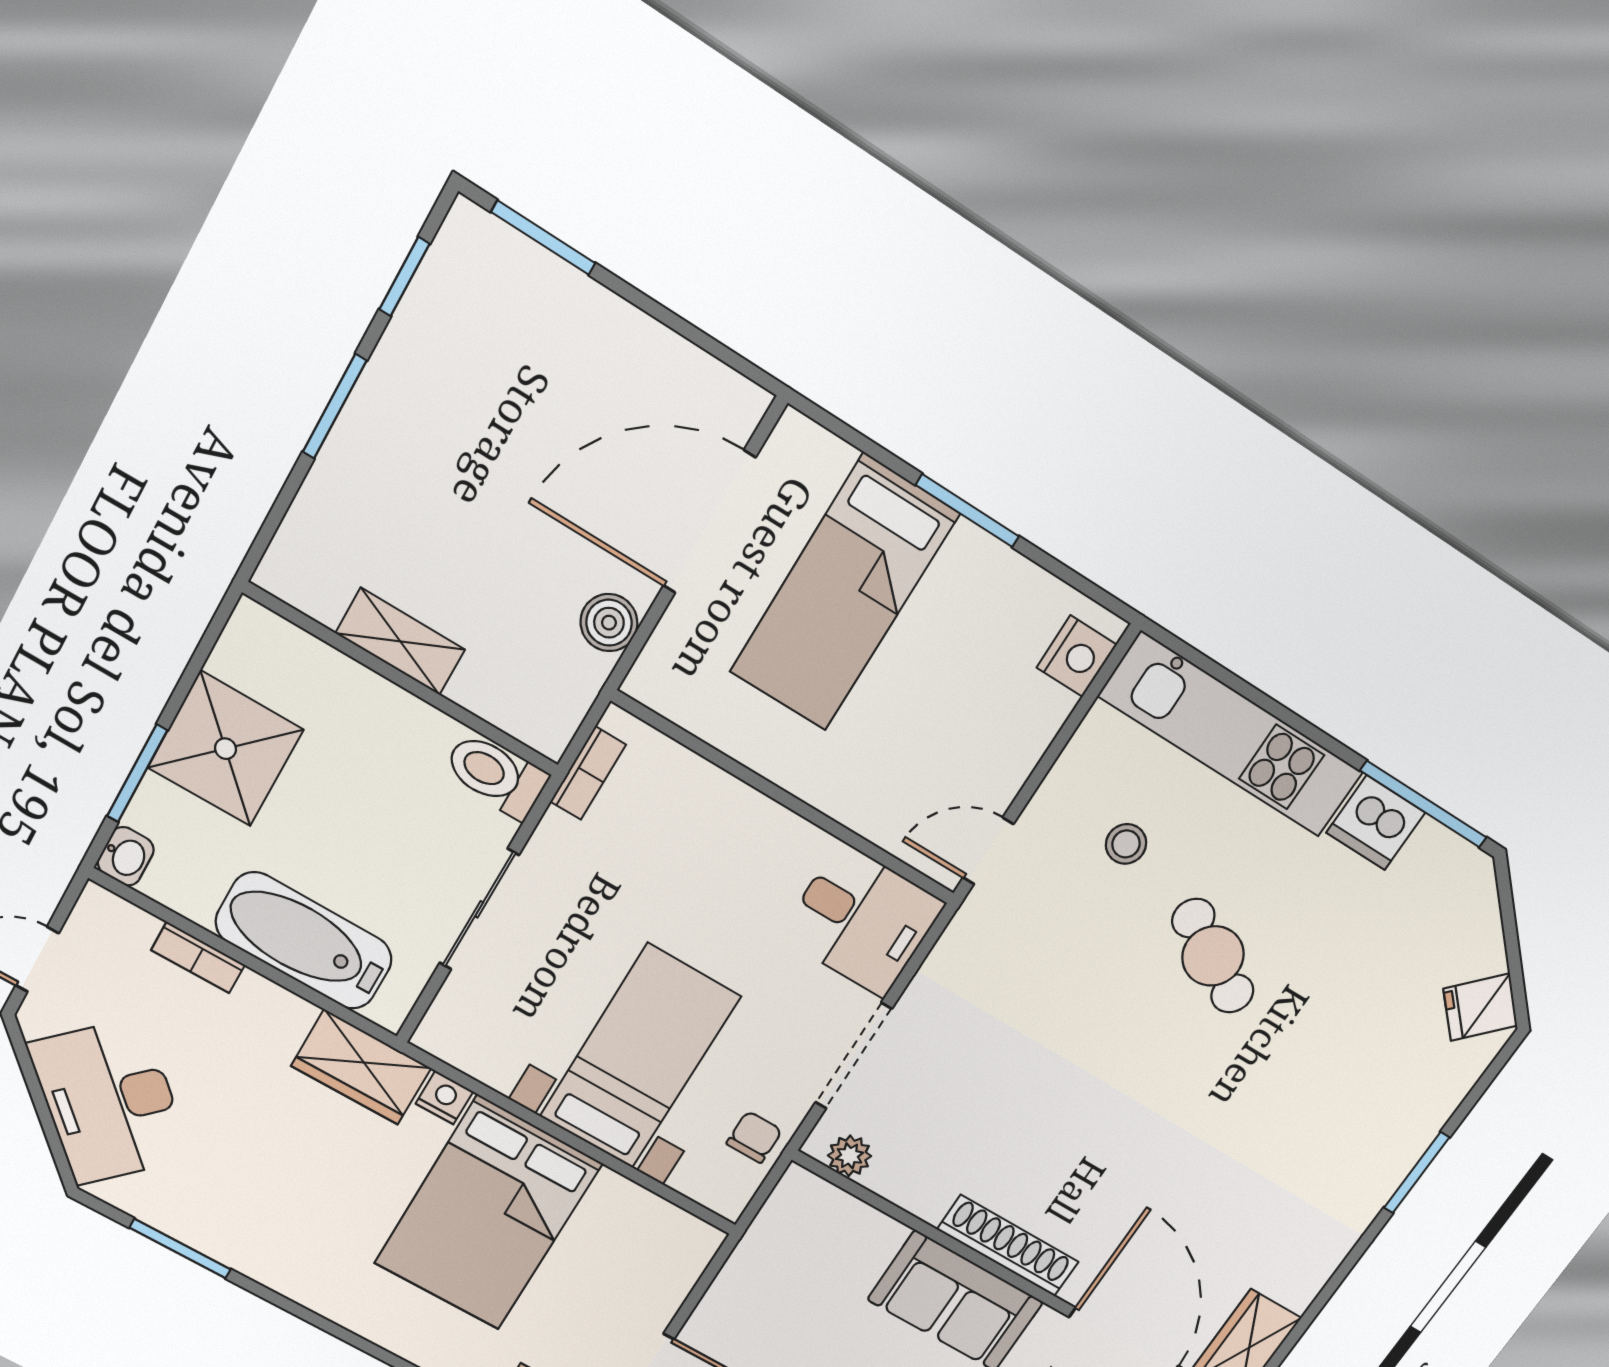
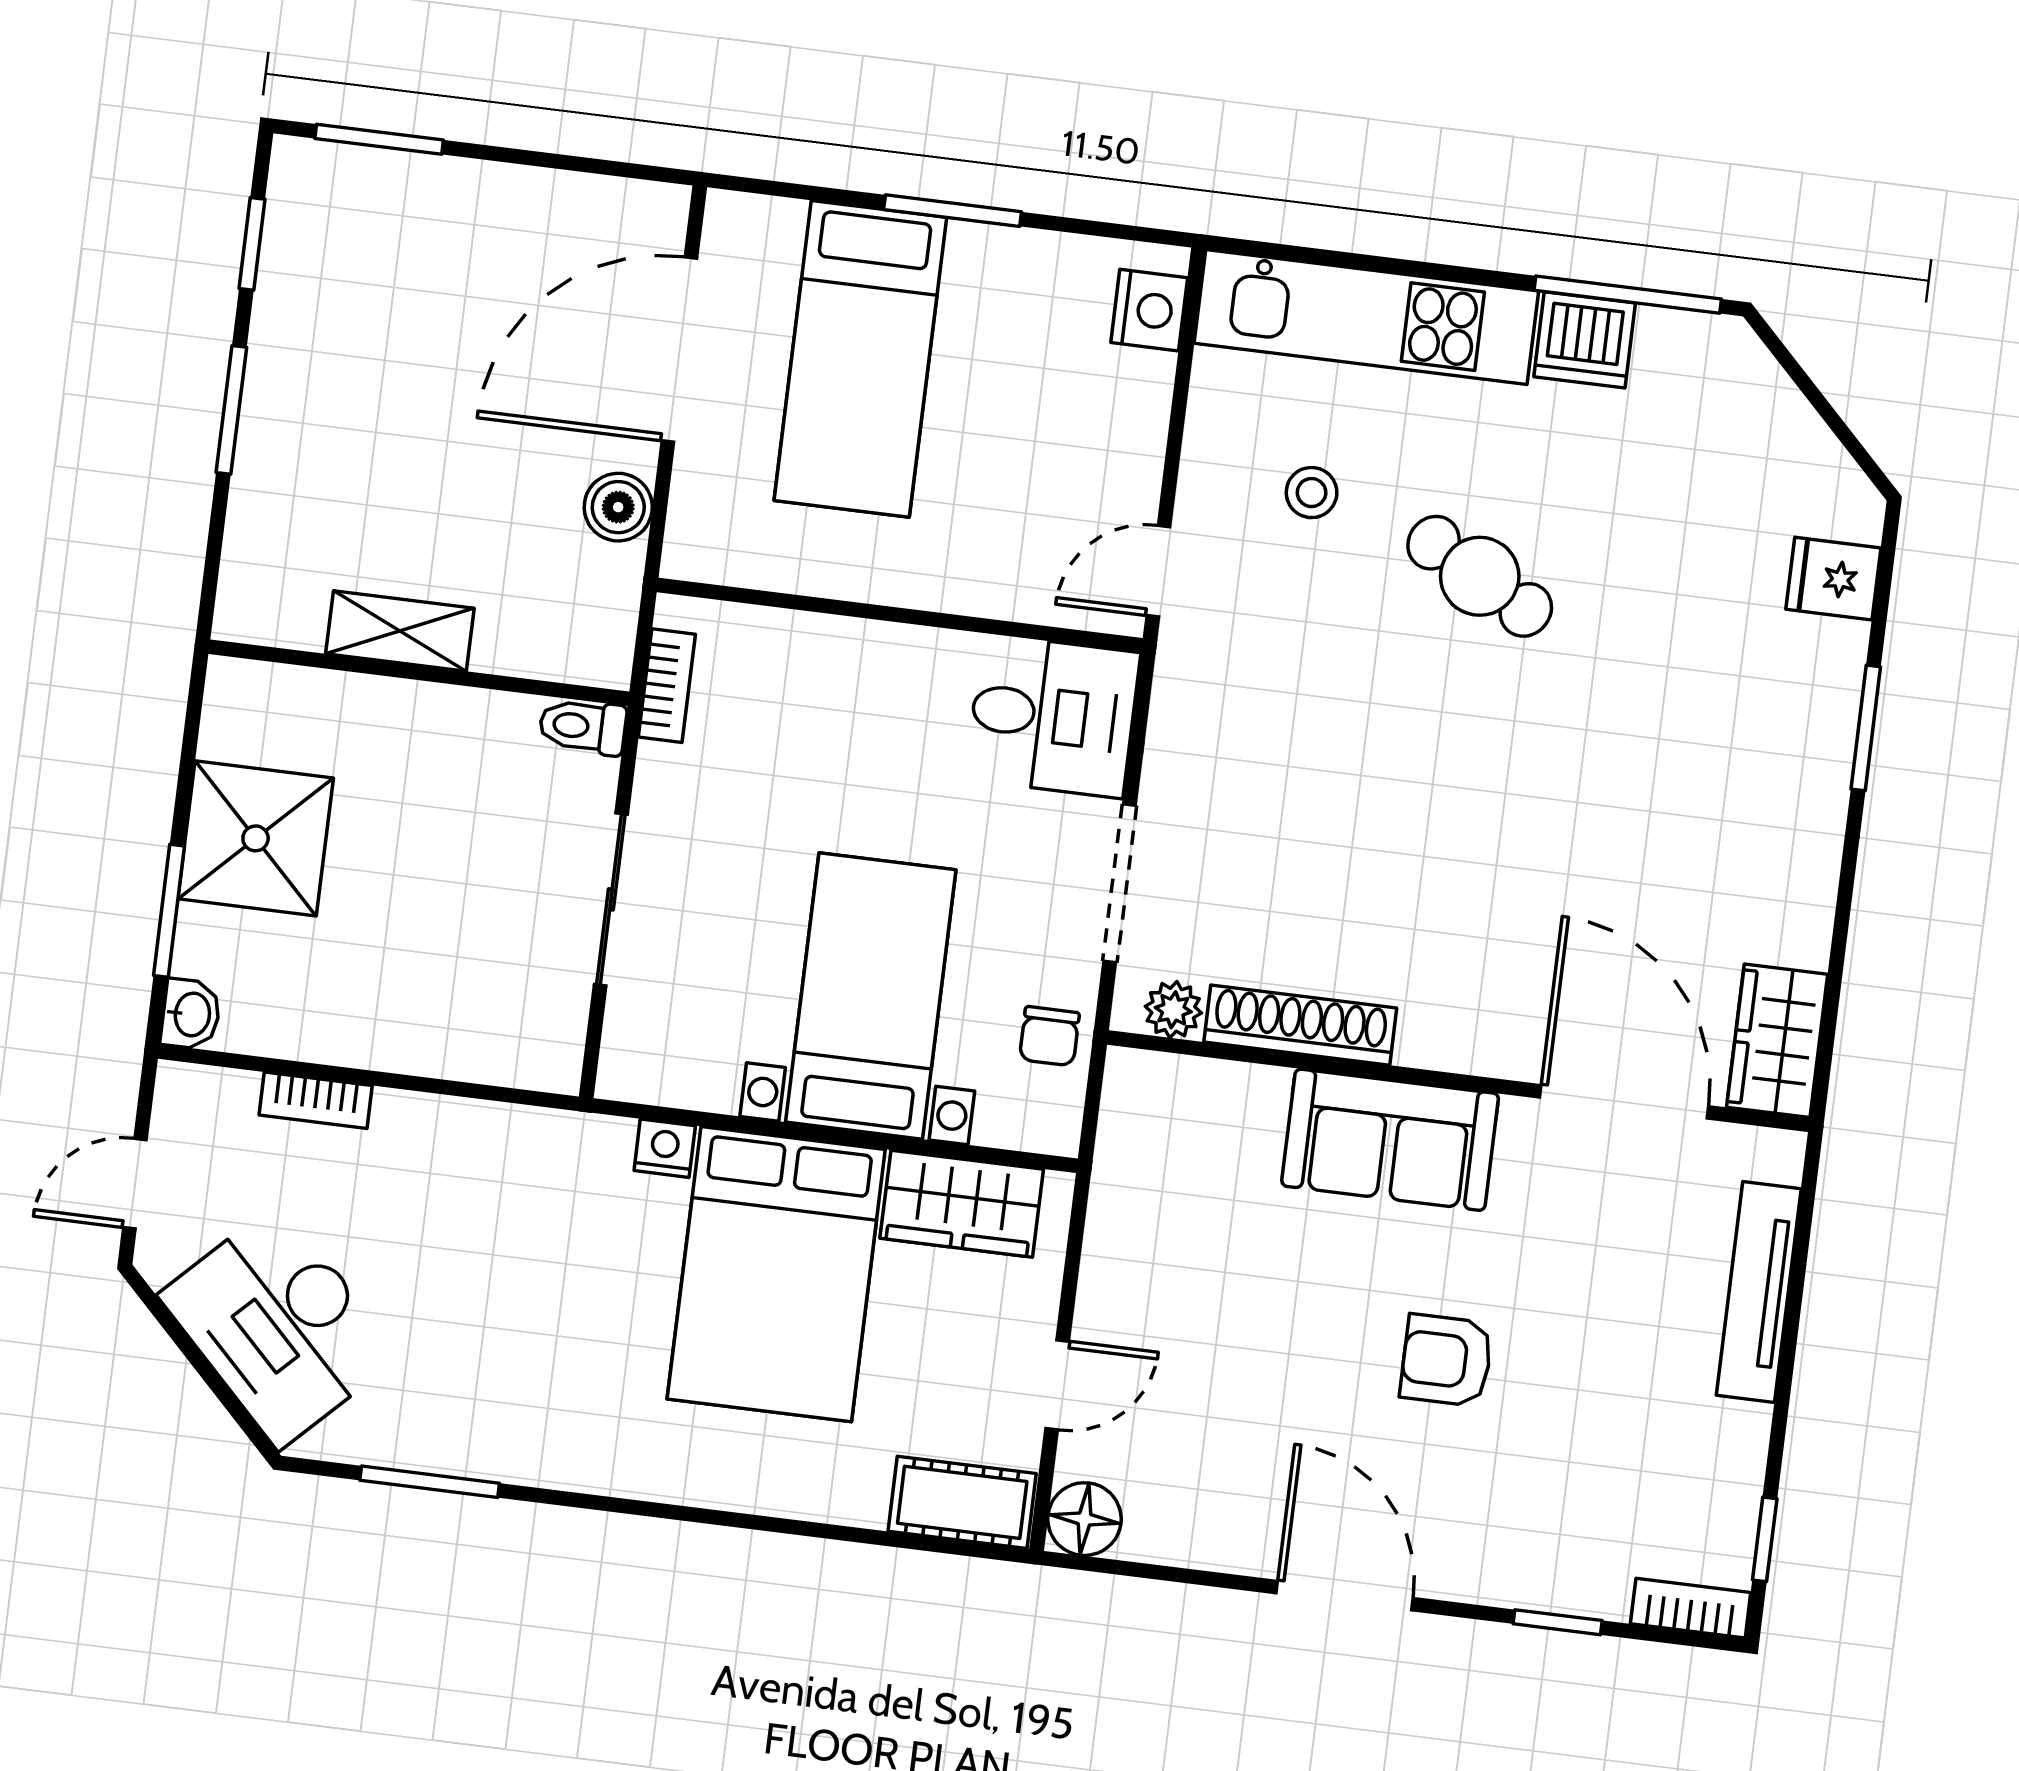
toilet: (496, 775) -> (583, 727), width x0.73, depth x0.72
bathtub: (304, 941) -> (428, 1026), removed
fridge: (1480, 1007) -> (1833, 579), moved, turned 45
wardrobe: (361, 1067) -> (962, 1204), moved
chair: (754, 1137) -> (1049, 1036), turned 180
shoe rack: (1008, 1246) -> (1300, 1025), moved

